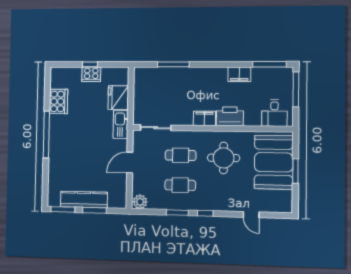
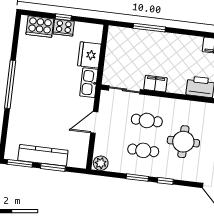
cooker: (58, 101) -> (40, 27), moved, turned 90
filing cabinet: (204, 118) -> (155, 84), moved
round table: (224, 158) -> (183, 142), moved

